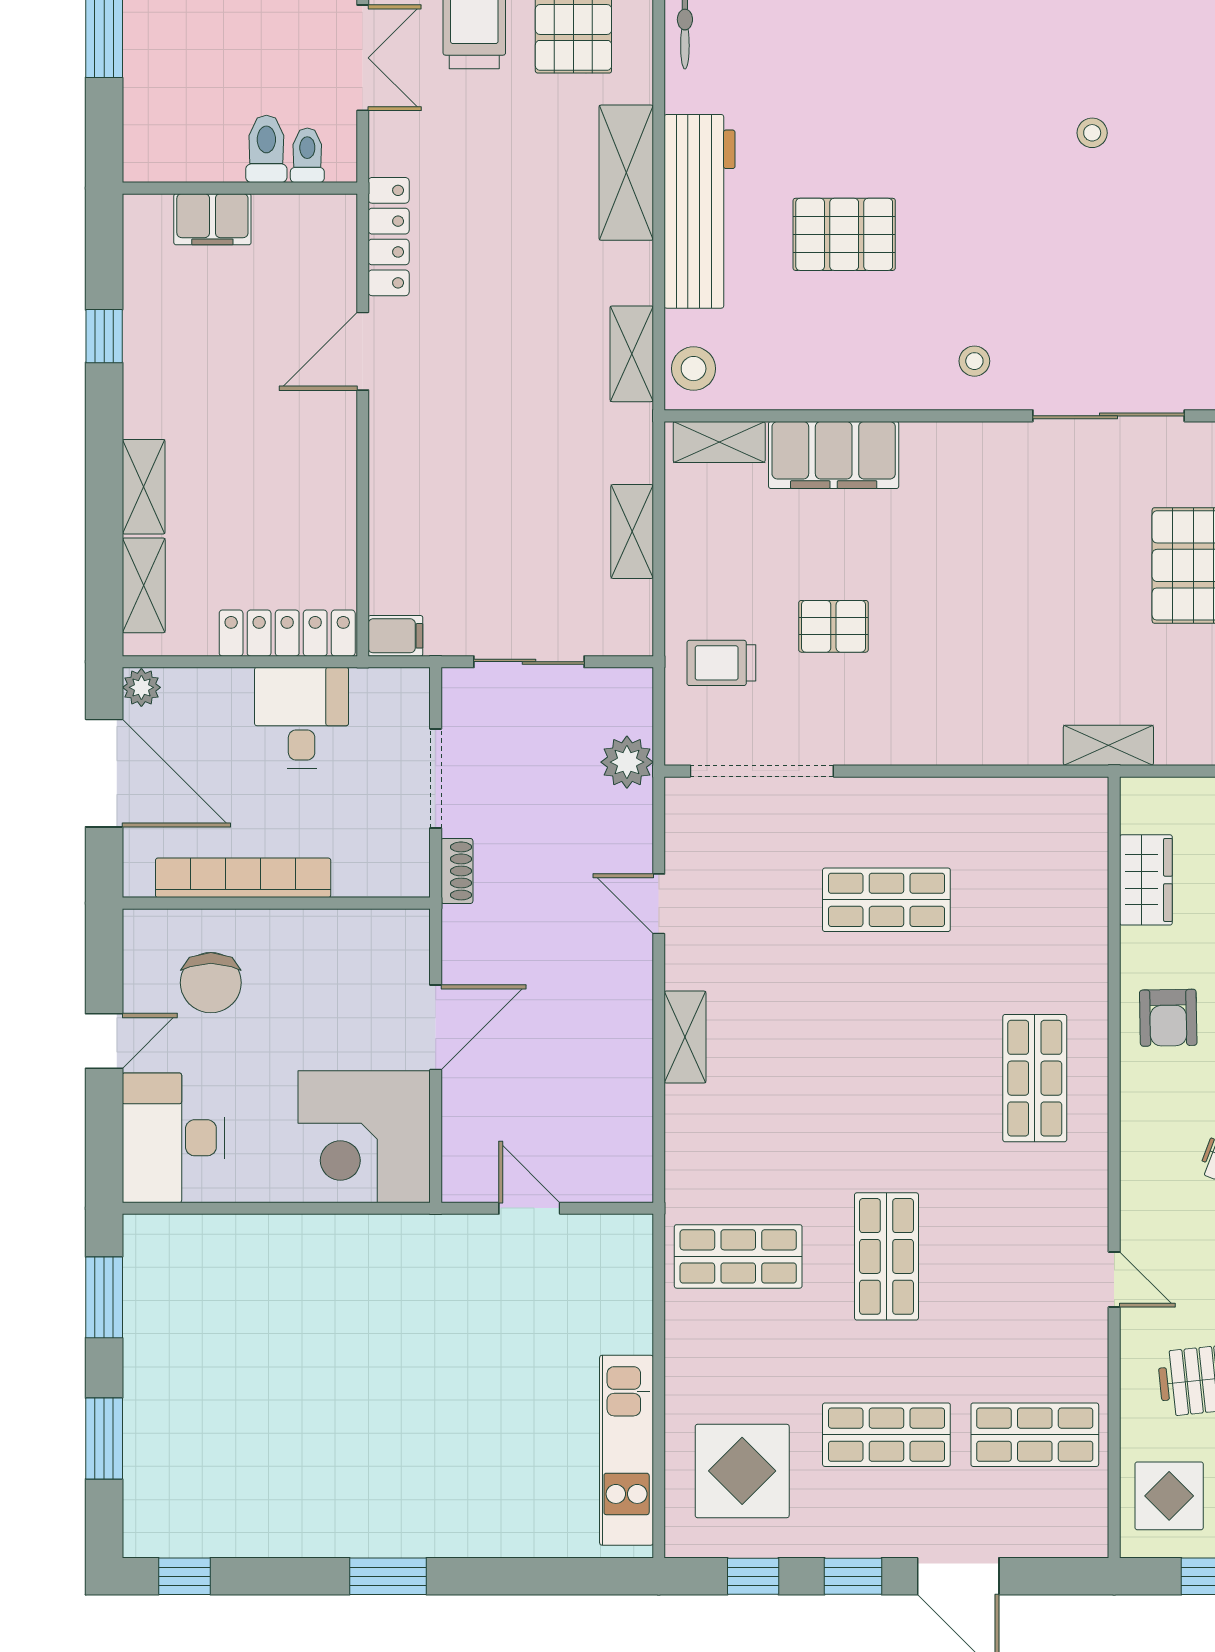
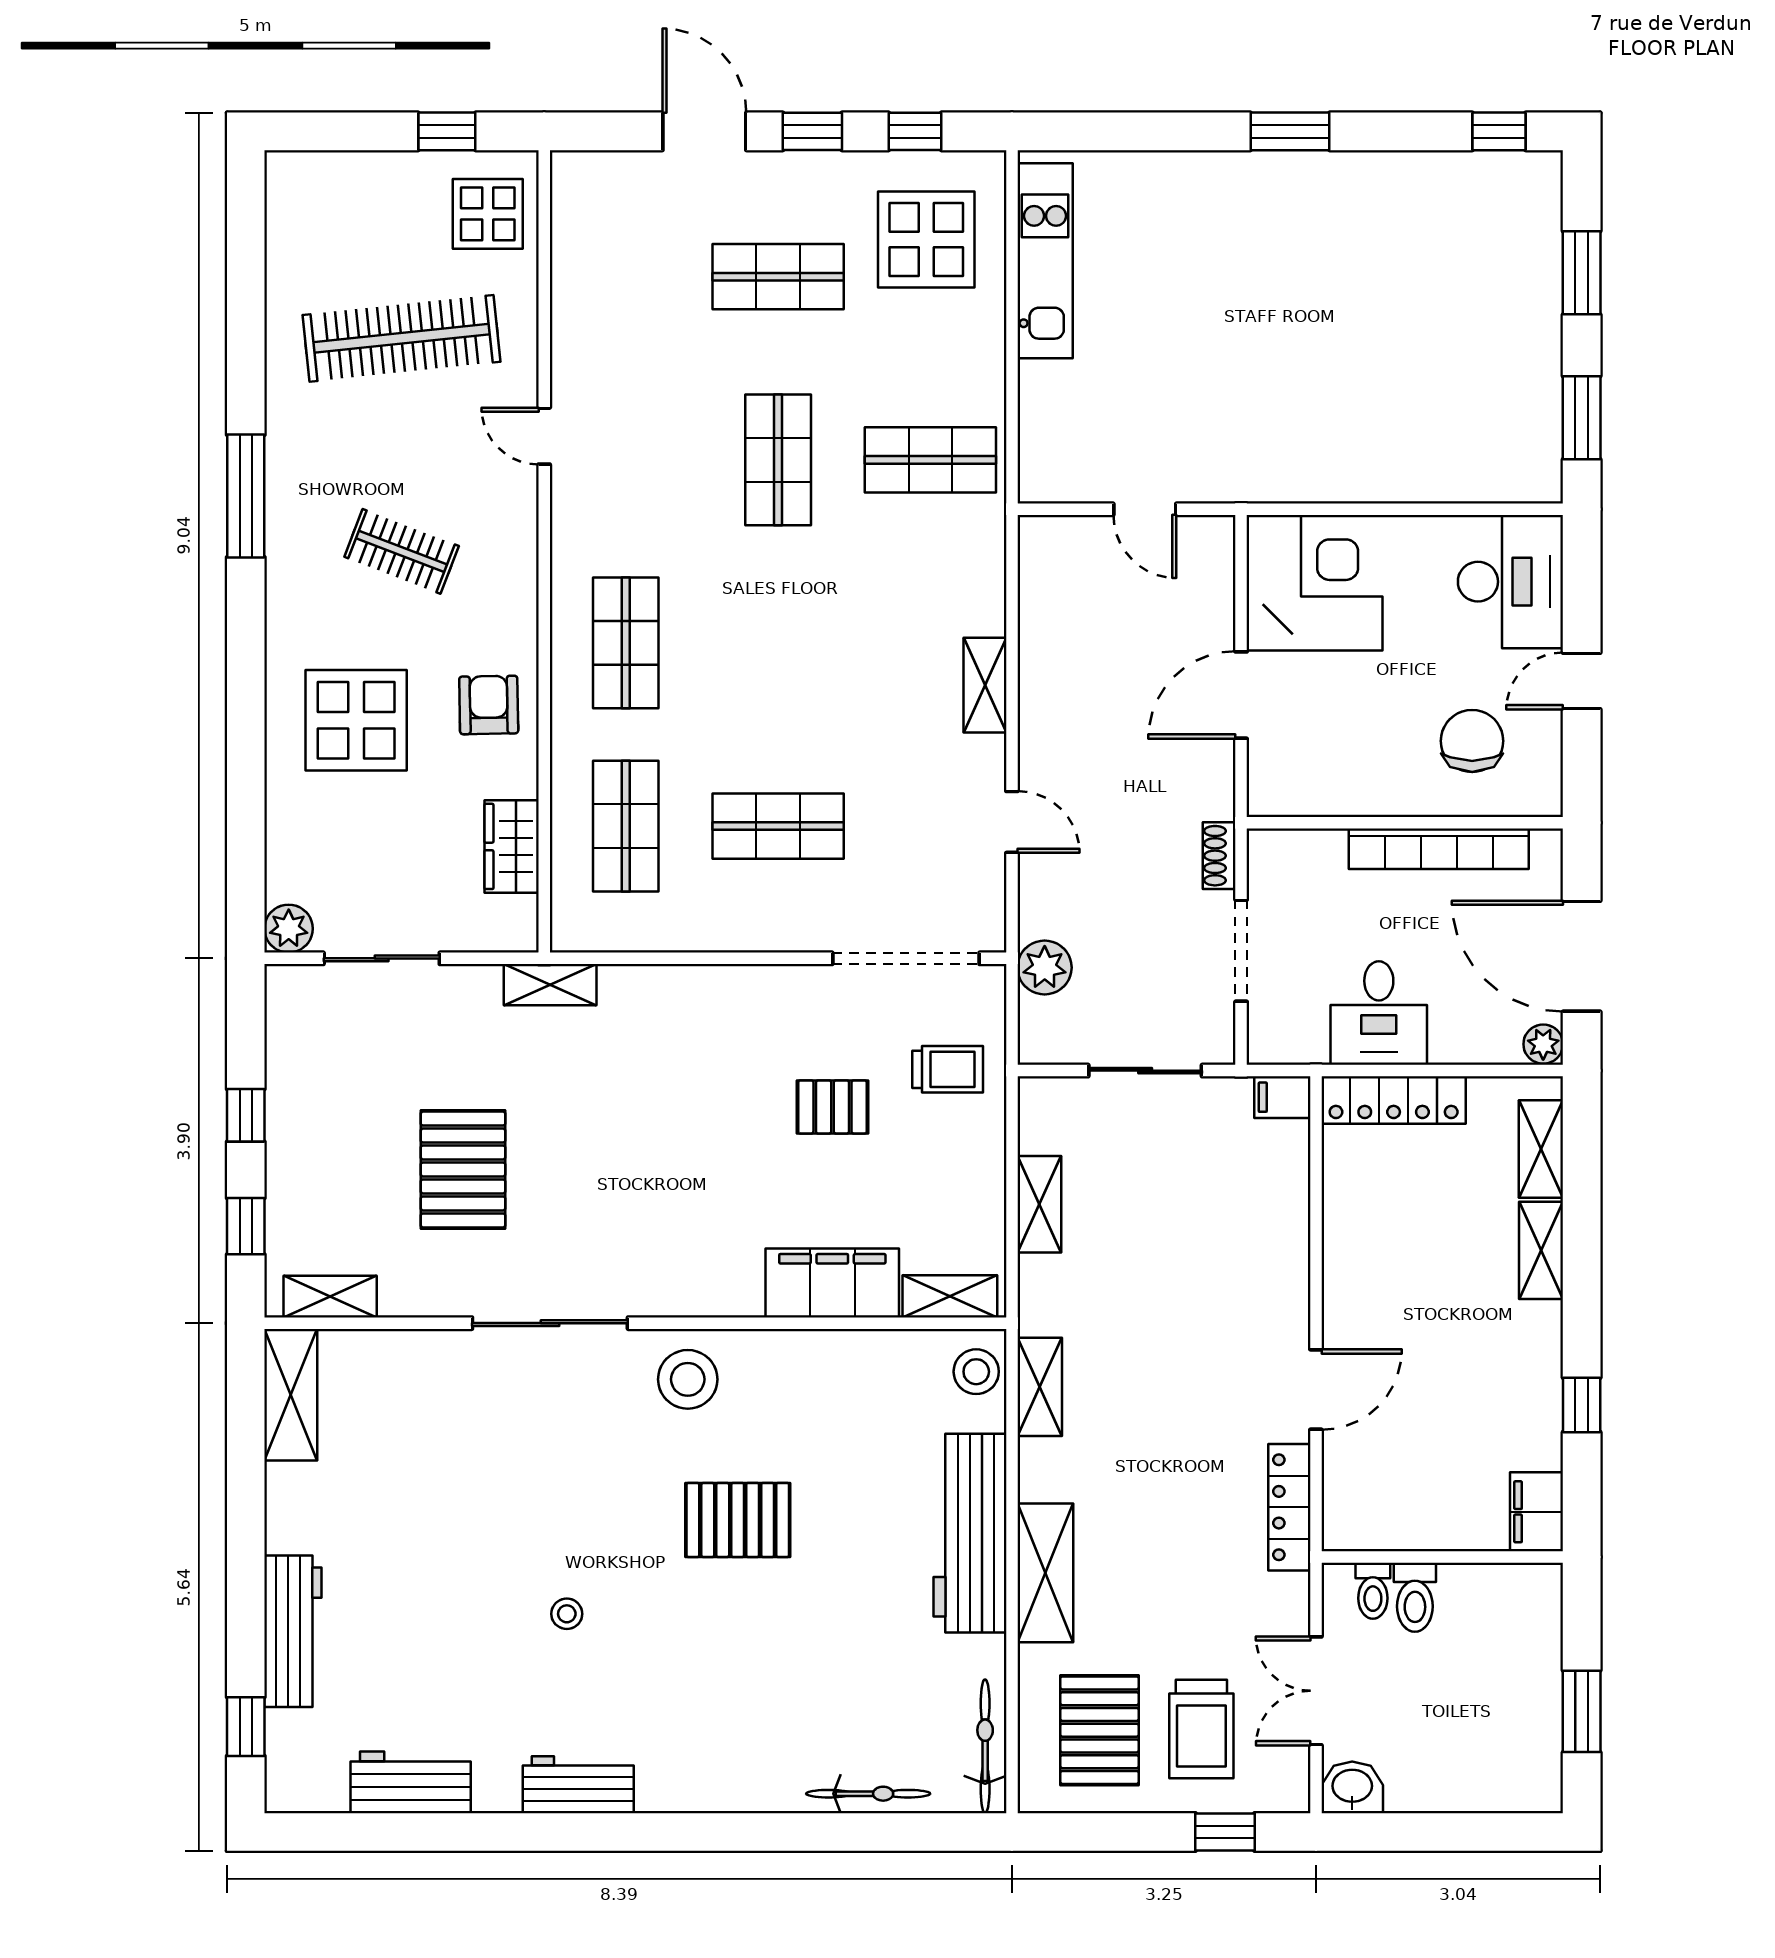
filing cabinet: (212, 219) -> (1537, 1512), moved, turned -90
pallet: (844, 234) -> (738, 1520), moved
stool: (974, 361) -> (688, 1379), width x1.89, depth x1.89
shop shelf: (1035, 1435) -> (626, 826), moved, turned 90

